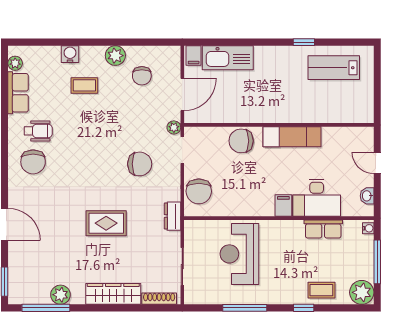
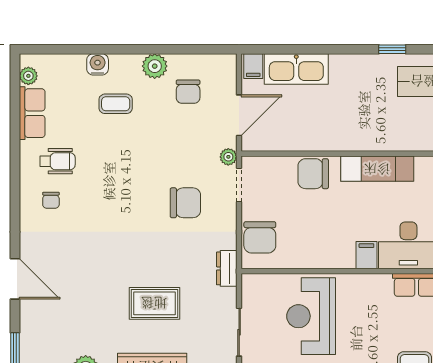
chair: (33, 162) -> (51, 200), width x0.54, depth x0.54
rug: (106, 223) -> (154, 303), moved

